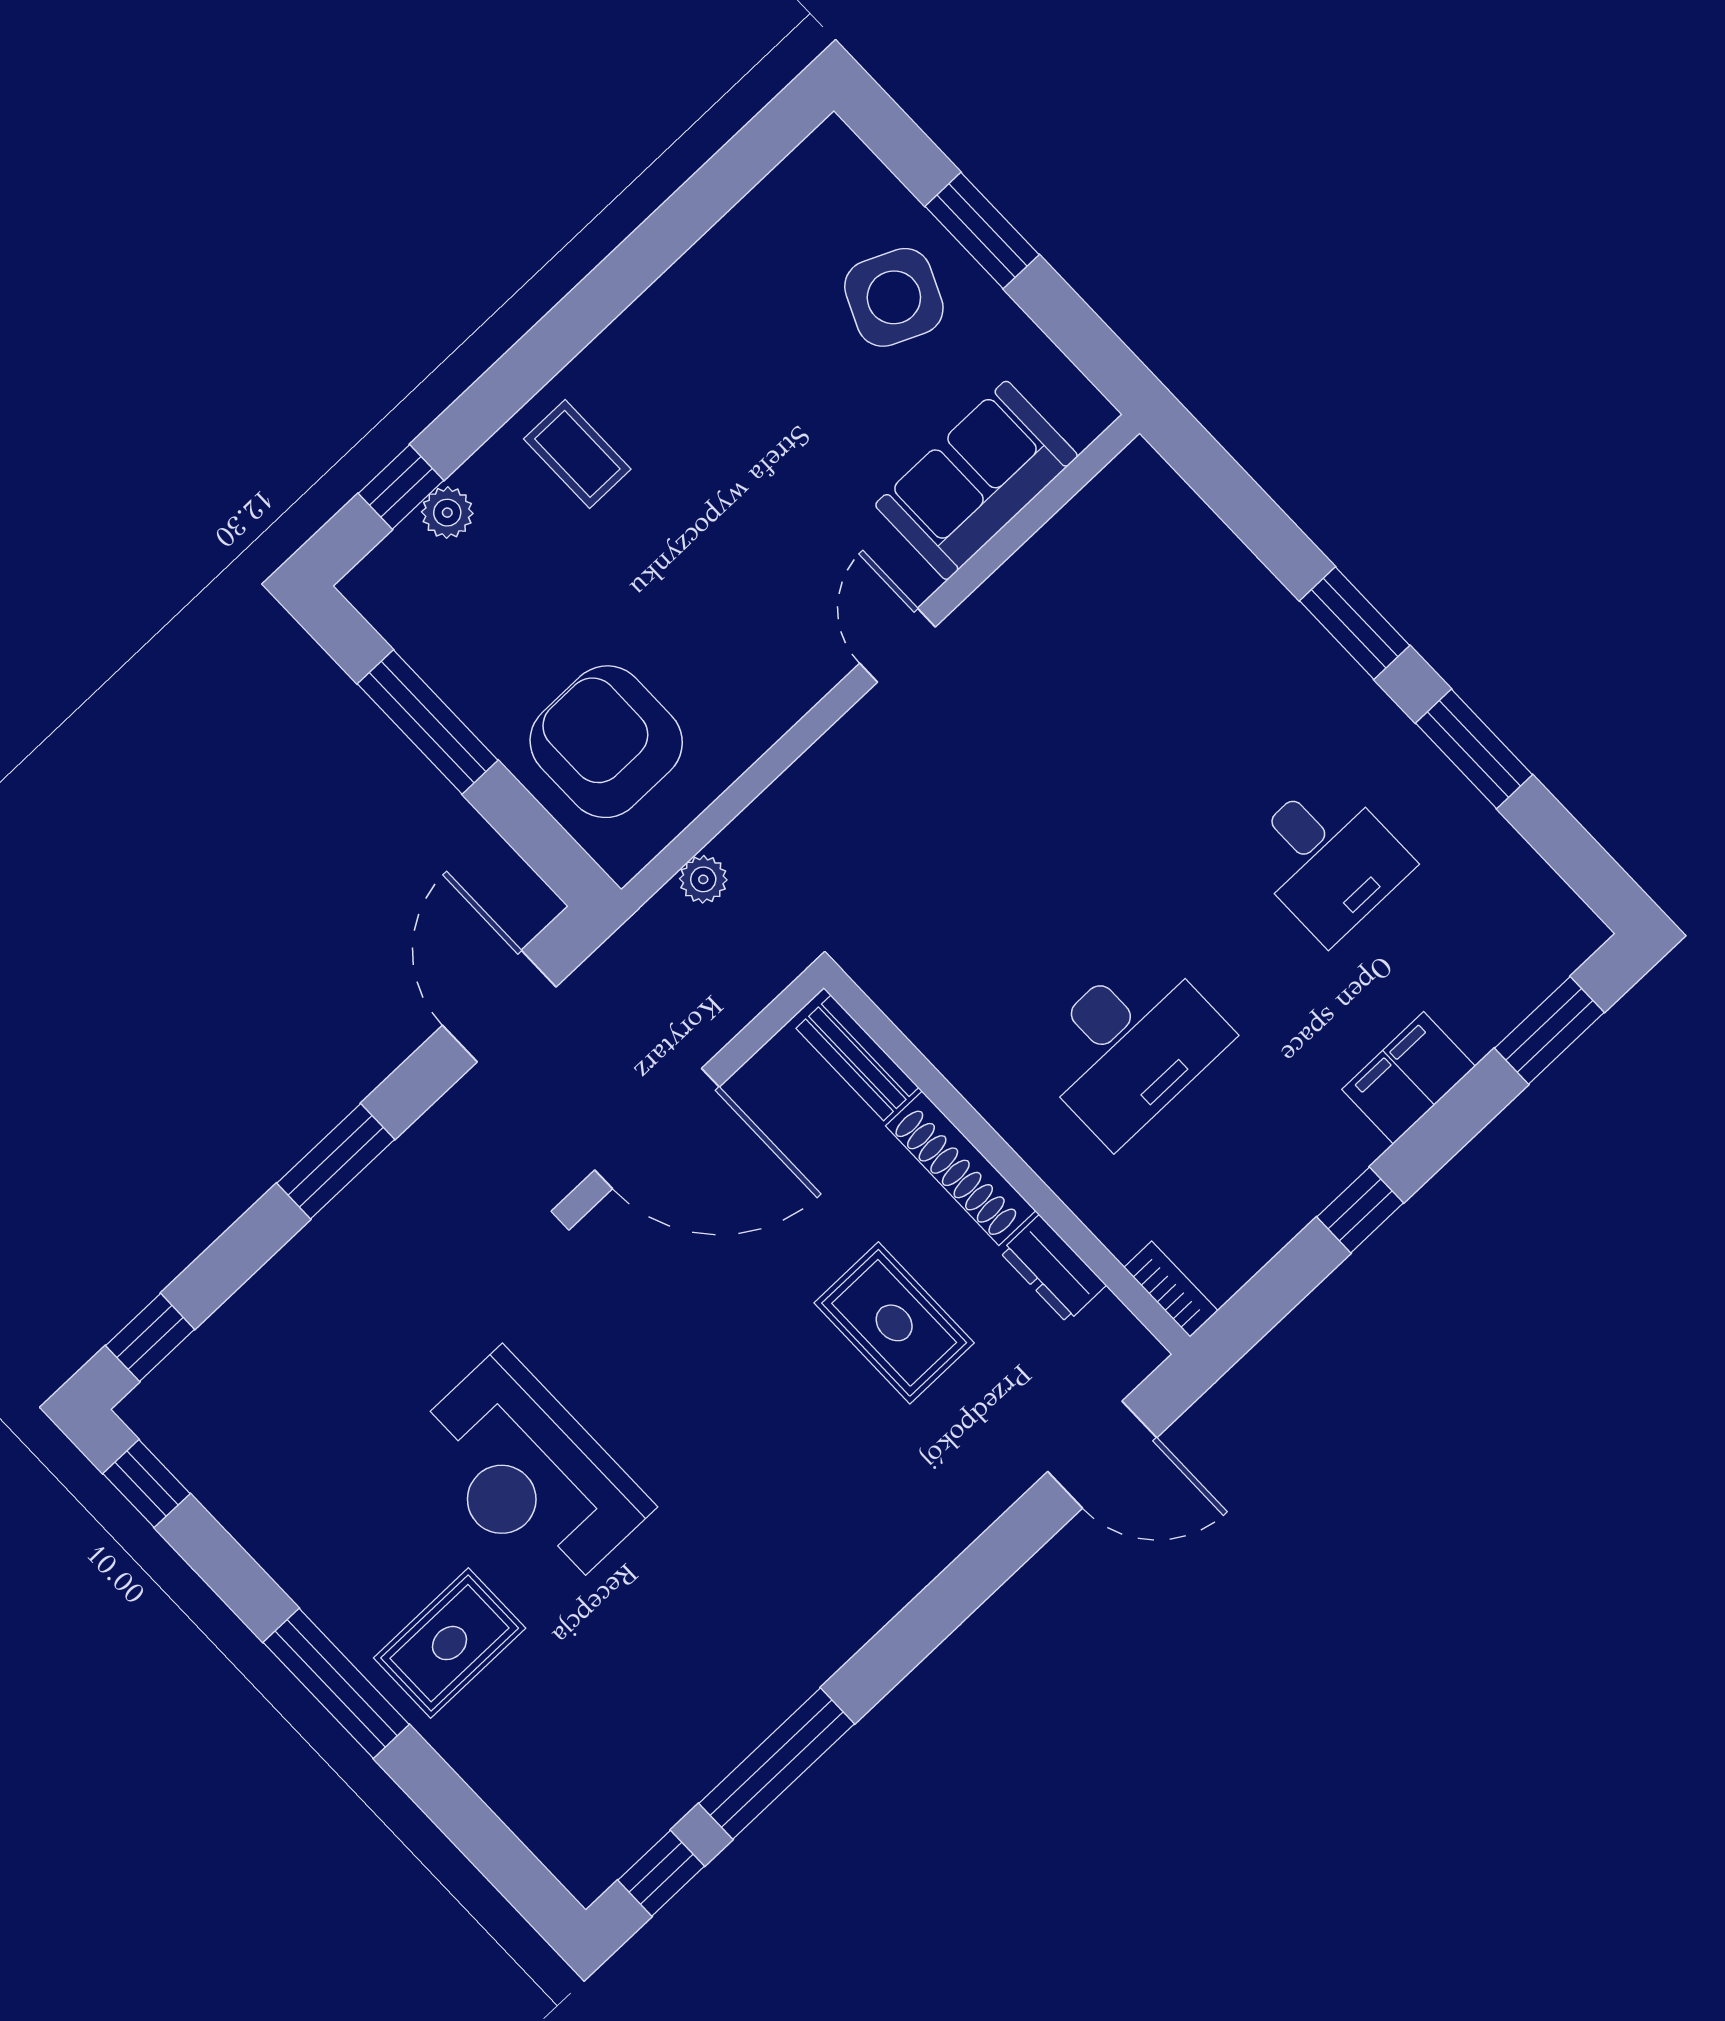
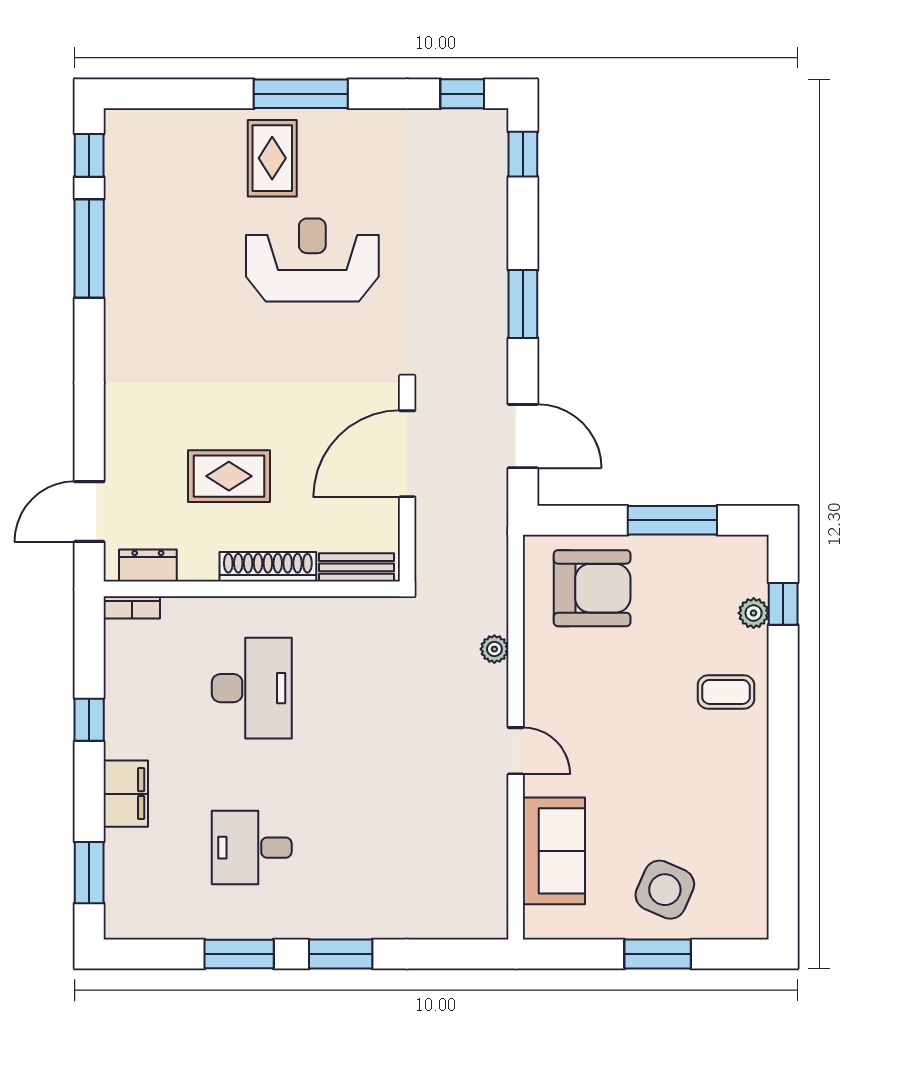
plant: (703, 879) -> (494, 649), moved
desk: (1130, 1046) -> (252, 688), turned 180
dresser: (1053, 1269) -> (148, 566), moved

